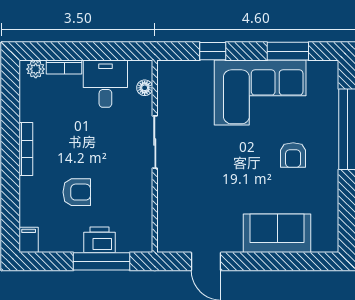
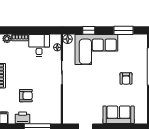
floor lamp: (167, 70) -> (68, 39), added
corner sofa: (260, 93) -> (96, 50), moved
printer: (99, 240) -> (23, 118), moved

